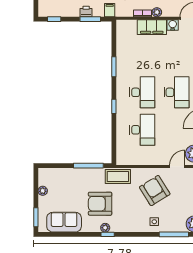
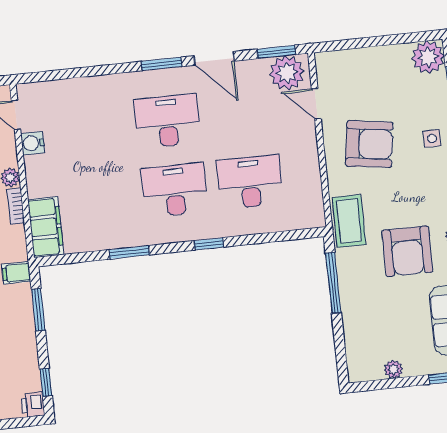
printer: (86, 12) -> (33, 405), moved
filing cabinet: (152, 27) -> (46, 227), moved
armchair: (155, 191) -> (369, 144), turned -140

